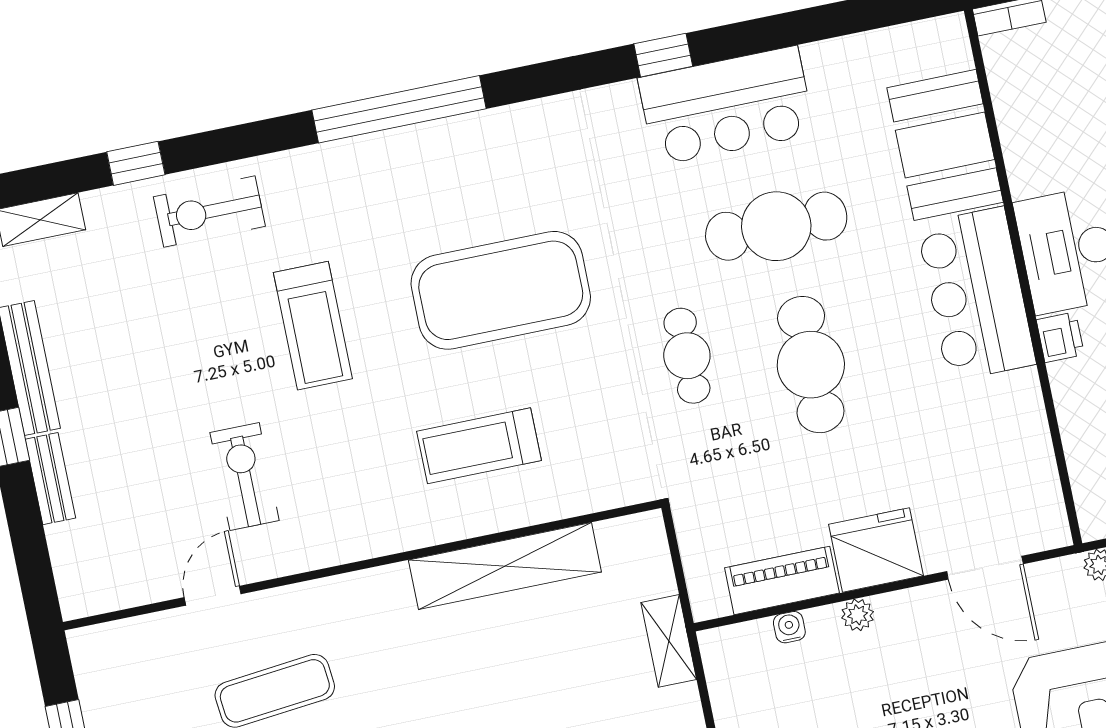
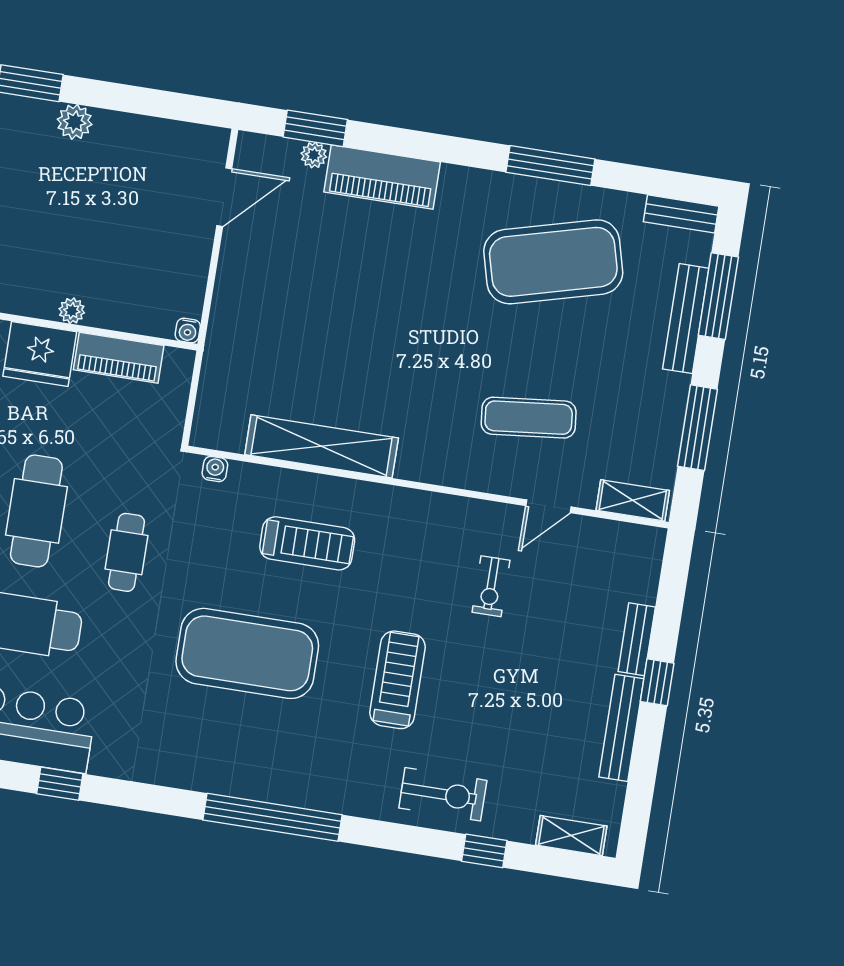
exercise bike: (245, 477) -> (491, 586), width x0.73, depth x0.72
water cooler: (620, 492) -> (215, 469), added
water cooler: (789, 627) -> (188, 330), moved
shelving: (669, 641) -> (633, 500), moved, turned 90

